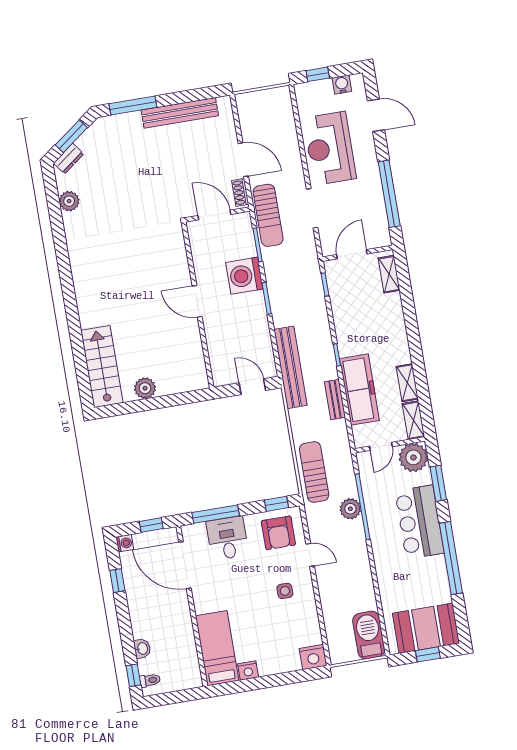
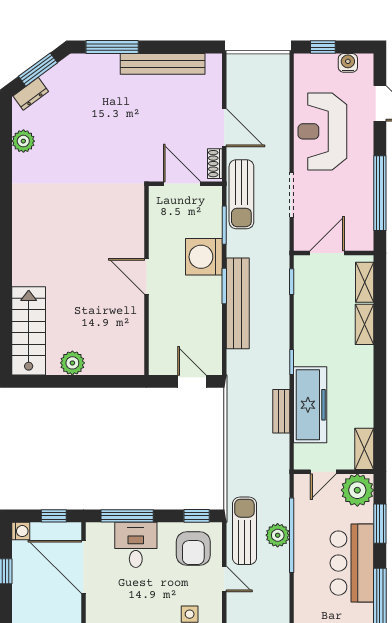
bench: (290, 367) -> (238, 303), moved
shelving: (407, 383) -> (364, 324), moved
sun lounger: (314, 472) -> (244, 531), moved

